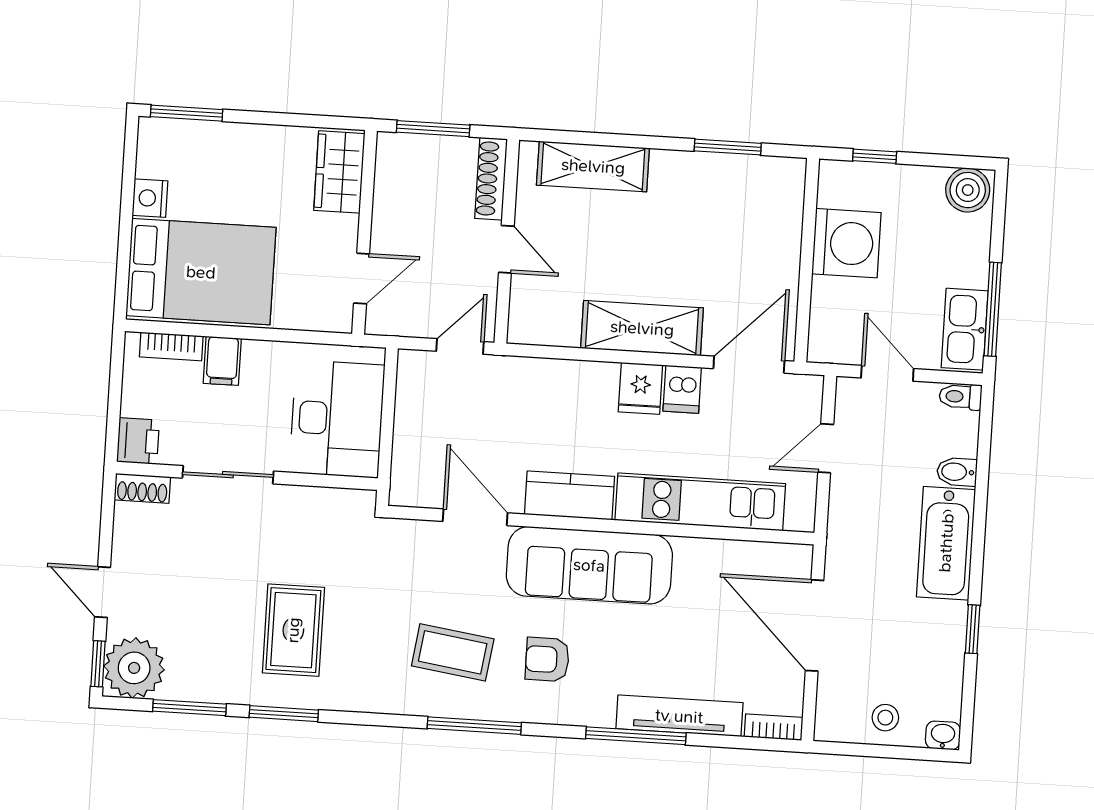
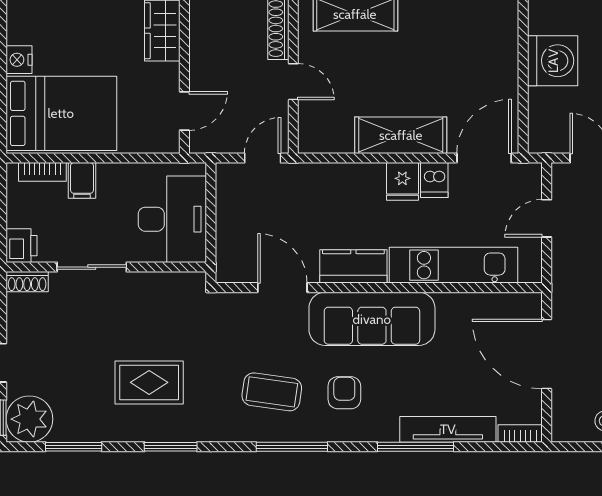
rug: (293, 630) -> (149, 382), turned 90
armchair: (547, 659) -> (344, 393), turned 90
window: (284, 714) -> (171, 447), moved

